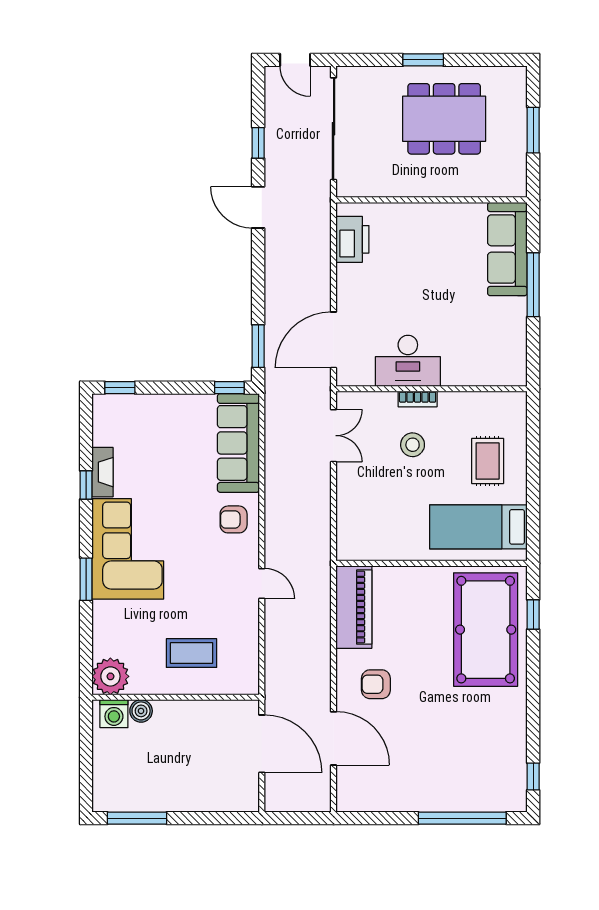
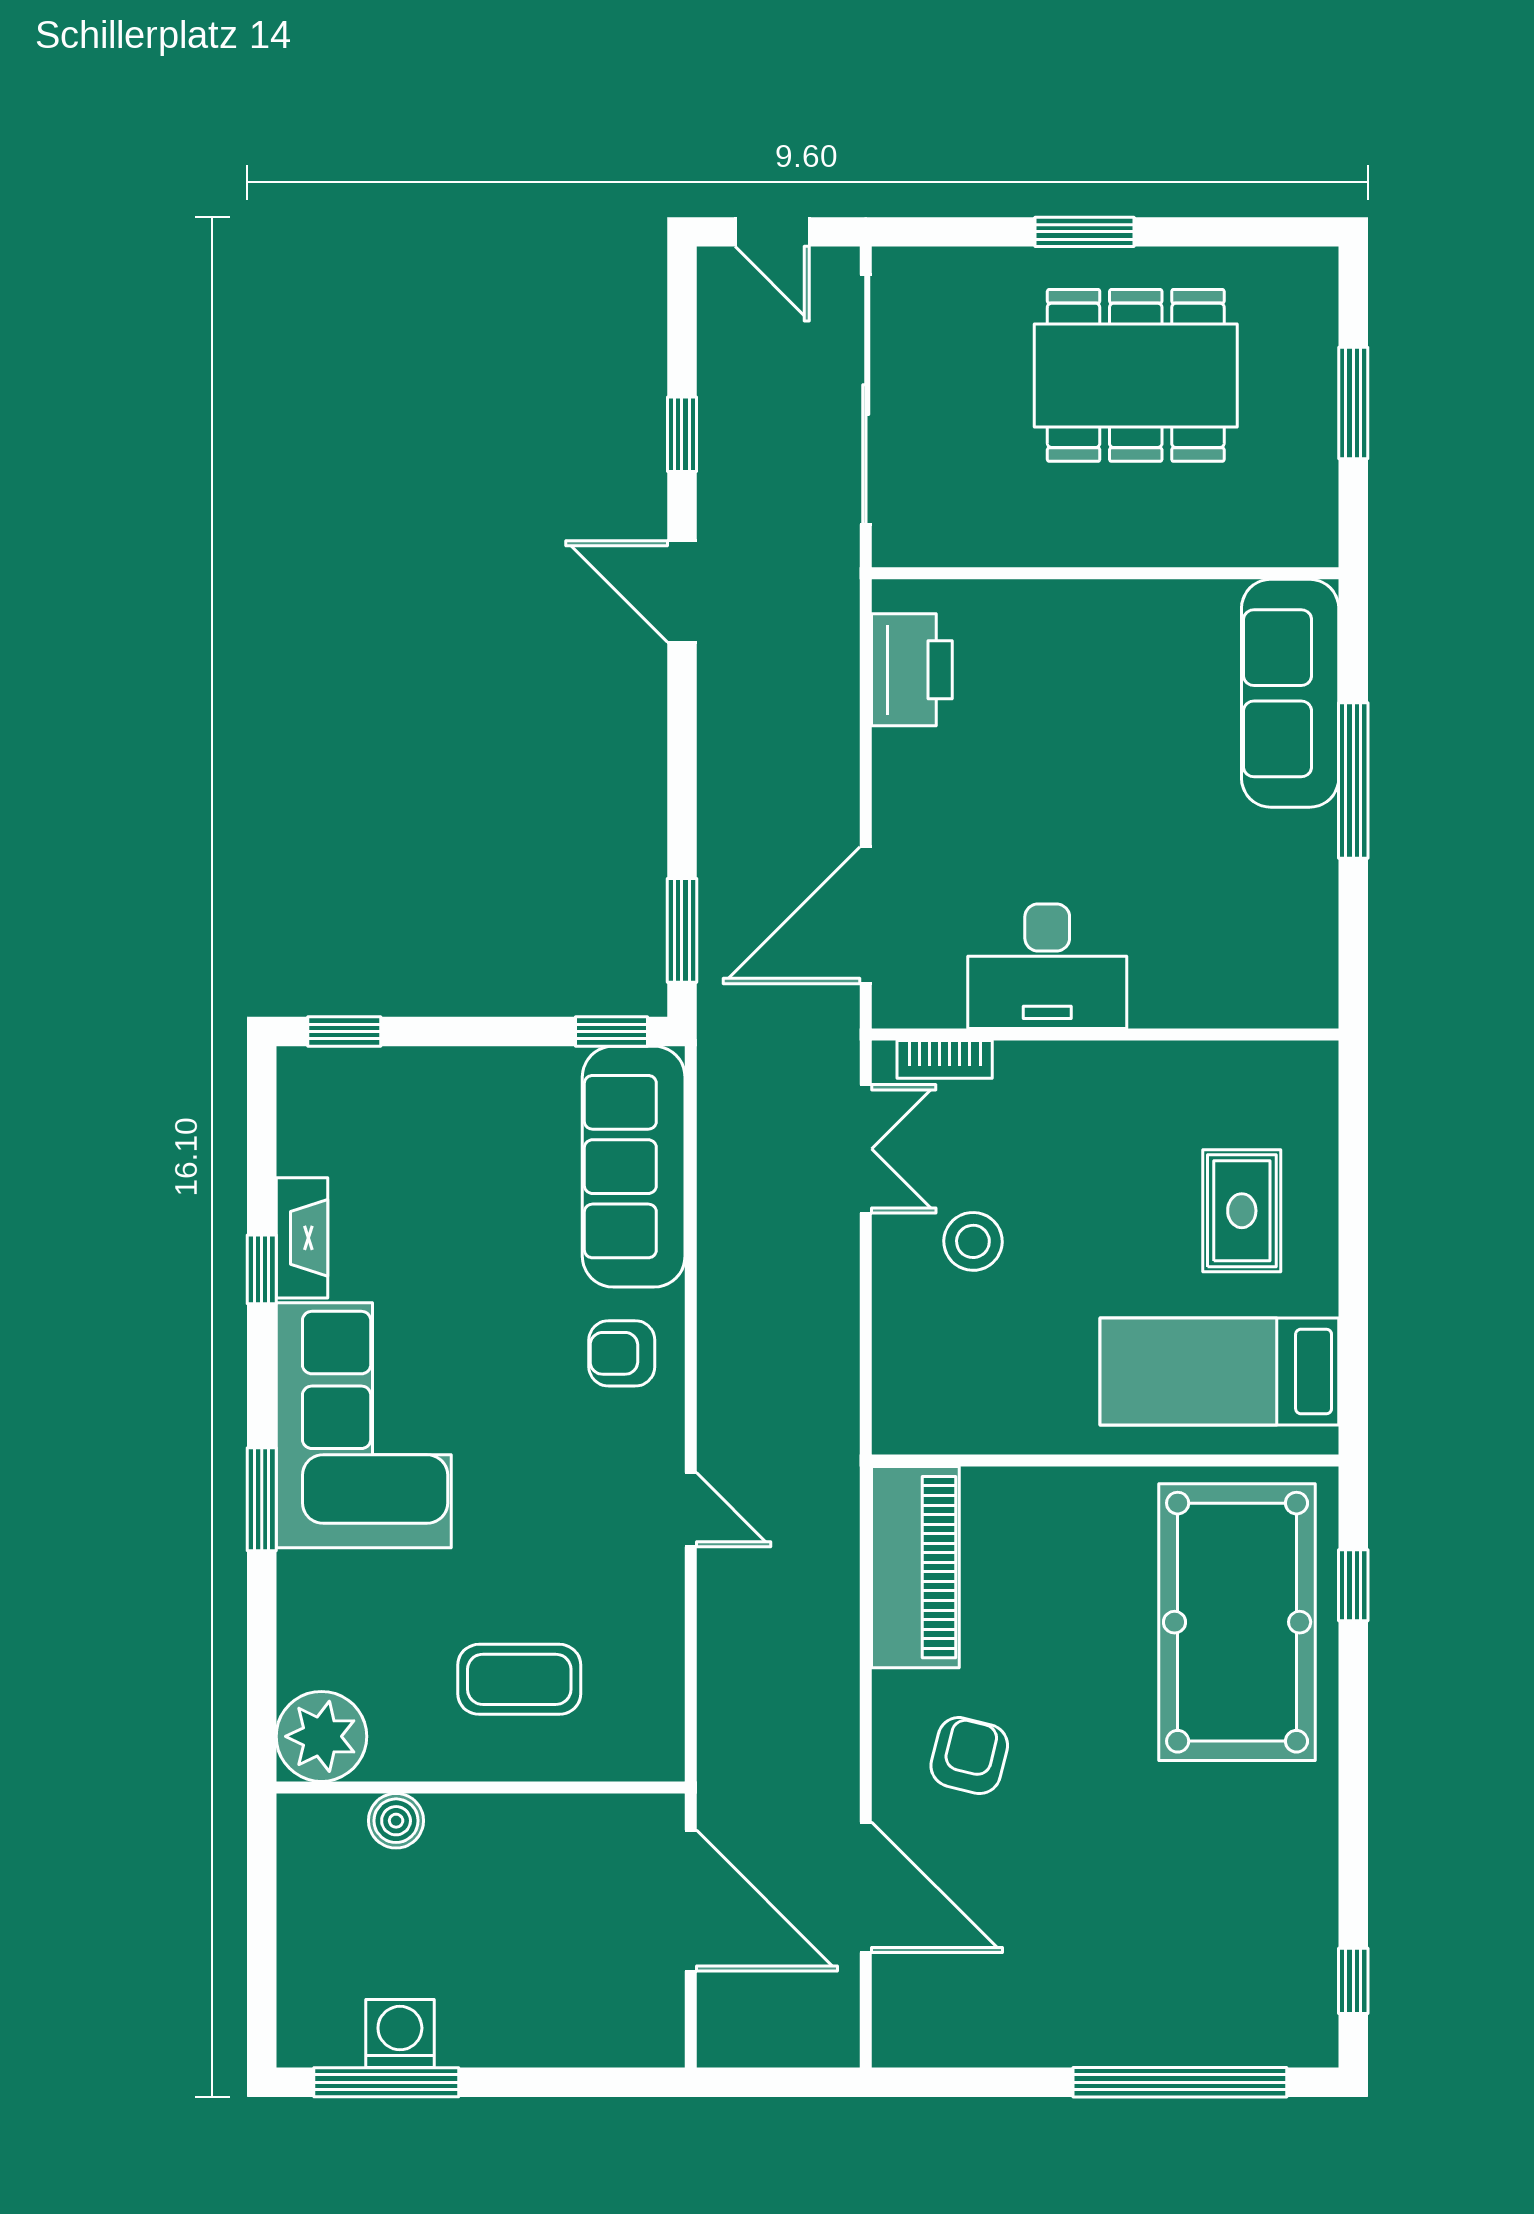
bookcase: (418, 399) -> (945, 1059), moved
stool: (413, 445) -> (973, 1241), moved
armchair: (376, 684) -> (969, 1756), turned 104
washing machine: (114, 714) -> (400, 2034), moved, turned 180

